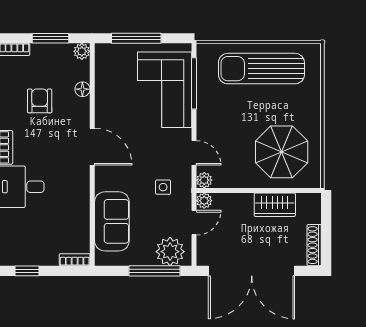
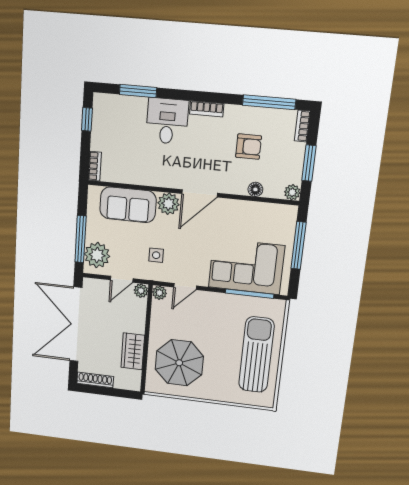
plant: (106, 178) -> (168, 204), added
door: (194, 223) -> (122, 279), hinge flipped

